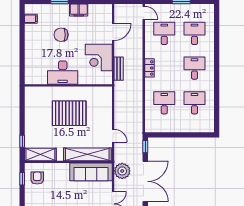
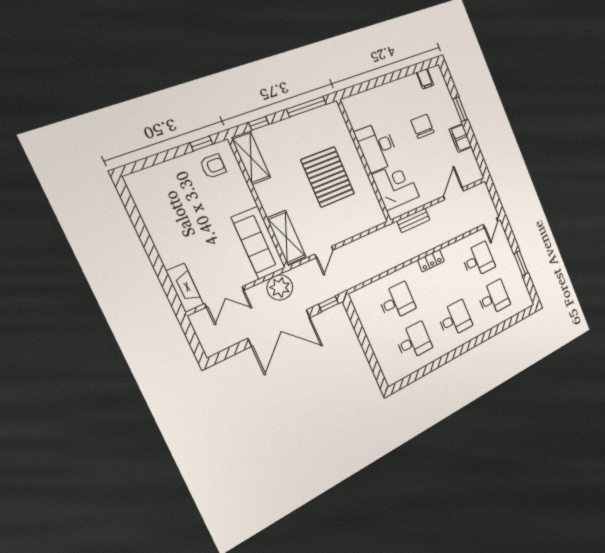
door: (113, 32) -> (454, 194), swing flipped
corner desk: (99, 58) -> (396, 186), moved, turned 90
window: (22, 108) -> (307, 107), added
shelving: (87, 154) -> (286, 237), width x0.68

